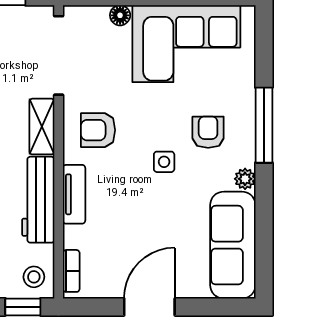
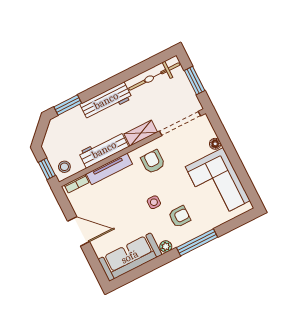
tv unit: (74, 194) -> (109, 169), width x1.41

